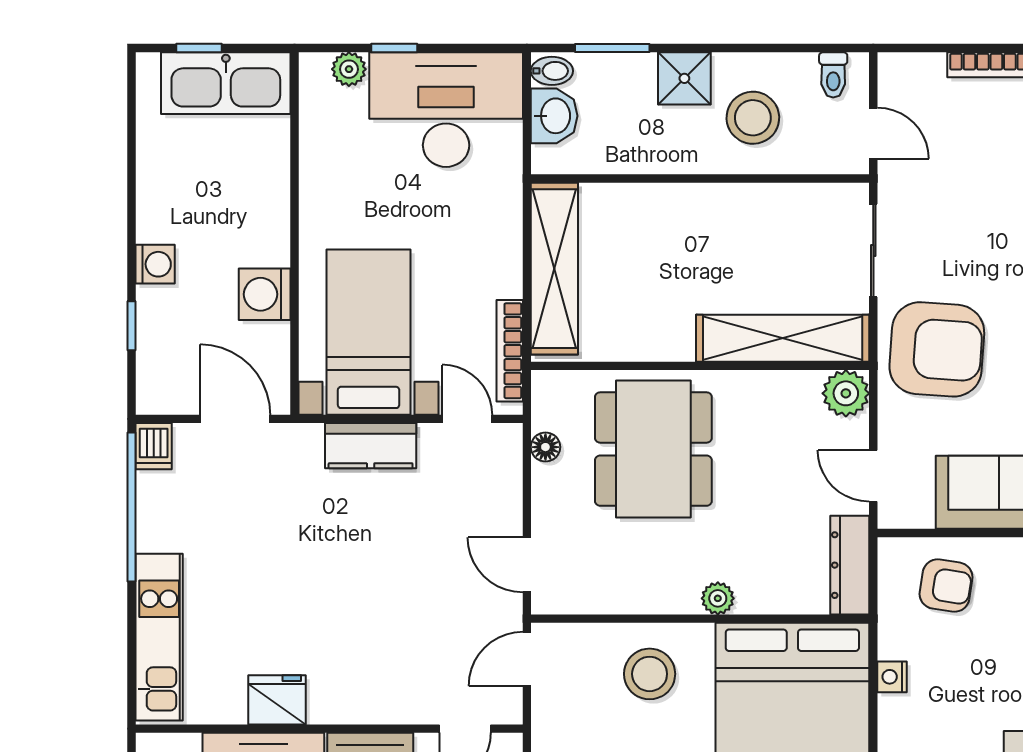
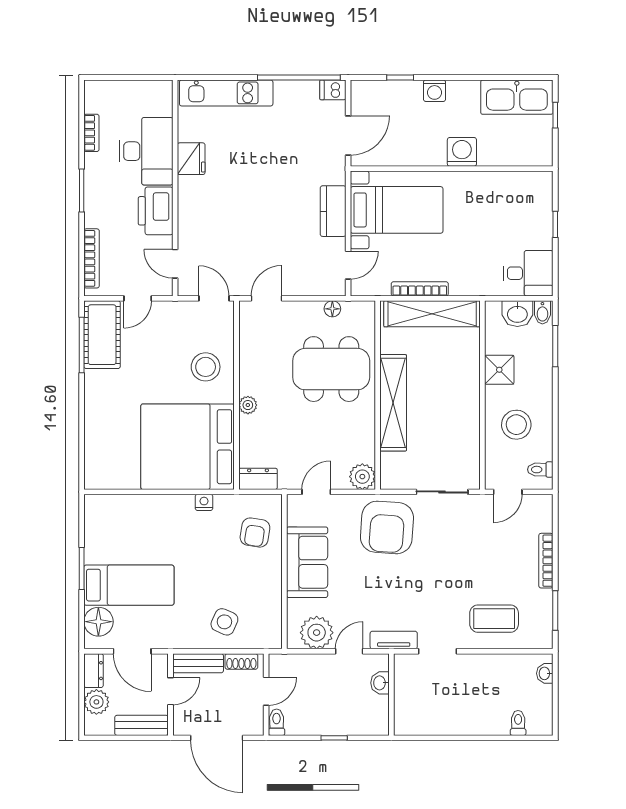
plant: (349, 69) -> (543, 199), removed
shower: (684, 78) -> (499, 370), moved
kitchen sink: (226, 83) -> (517, 97), moved, turned -90
desk: (446, 110) -> (528, 273), width x0.53, depth x0.77
washing machine: (265, 294) -> (462, 152), moved
shelving: (783, 338) -> (393, 403), moved
bookcase: (510, 351) -> (420, 289), moved
dresser: (850, 565) -> (258, 479), width x0.70

